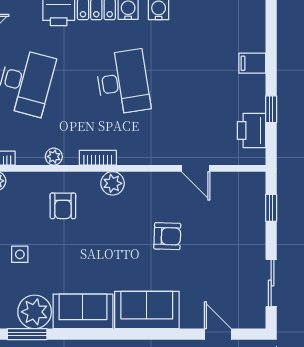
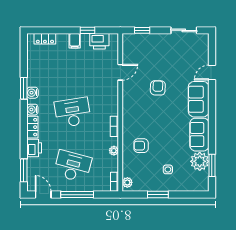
locker: (256, 32) -> (45, 39), added
filing cabinet: (252, 63) -> (75, 41), moved
plant: (113, 183) -> (129, 118), removed
armchair: (63, 206) -> (141, 146), turned 180
door: (218, 334) -> (212, 73), moved

